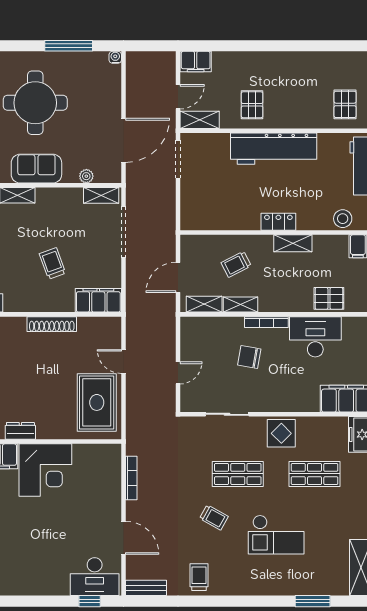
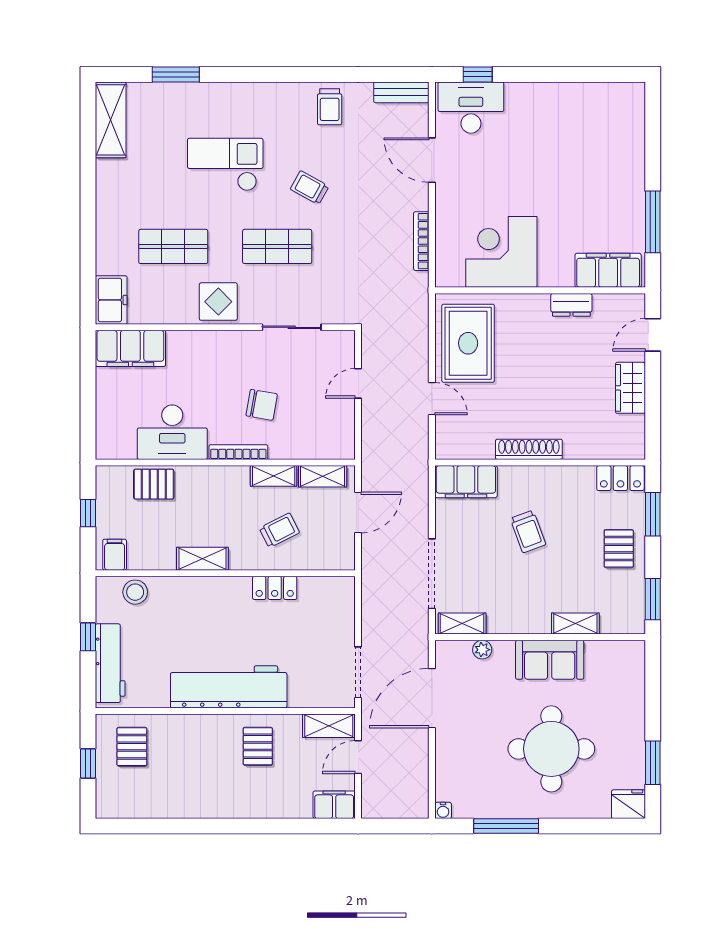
locker: (278, 222) -> (275, 588), moved
corner desk: (45, 470) -> (501, 252), moved

